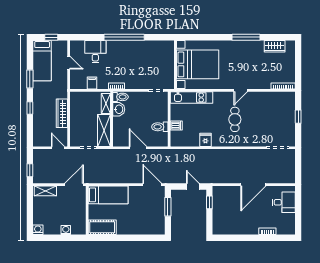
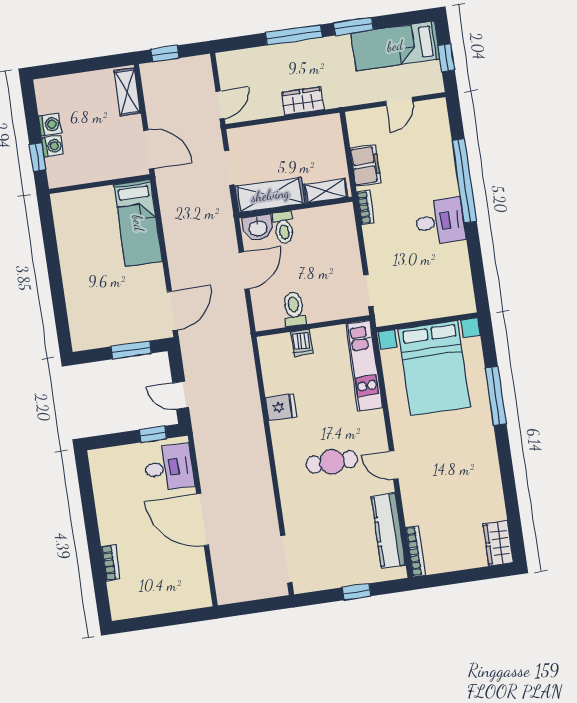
window: (124, 37) -> (464, 181), moved
window: (246, 37) -> (496, 396), moved
wardrobe: (275, 46) -> (498, 543), moved
desk: (95, 52) -> (440, 221), moved
filing cabinet: (92, 83) -> (366, 165), width x2.00
toilet: (120, 97) -> (284, 228), moved
kitchen counter: (271, 97) -> (388, 530), added
window: (30, 108) -> (294, 35), width x2.17
washbasin: (119, 109) -> (258, 228), moved
wardrobe: (62, 113) -> (303, 101), width x0.67
door: (193, 187) -> (181, 395), swing flipped
desk: (284, 202) -> (169, 468), moved, turned -90
cot: (102, 227) -> (69, 220), removed
washing machine: (38, 230) -> (50, 124), moved
window: (70, 238) -> (38, 157), added

